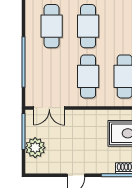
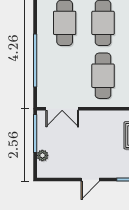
plant: (35, 148) -> (42, 155), width x0.53, depth x0.53

